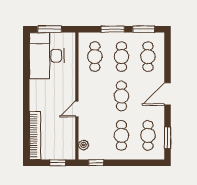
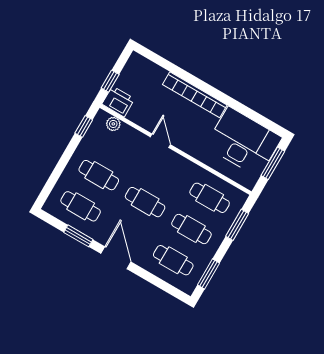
window: (113, 29) -> (237, 225), moved
bookcase: (35, 135) -> (195, 95), moved
window: (168, 138) -> (78, 236), moved
printer: (68, 150) -> (118, 102), added

